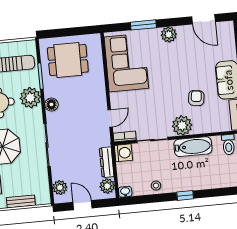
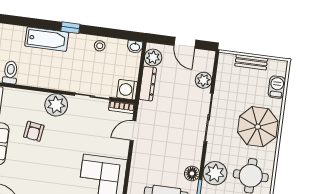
floor lamp: (51, 104) -> (192, 173), moved
bathtub: (193, 147) -> (47, 39), moved, turned 180
plant: (60, 187) -> (204, 80), moved

